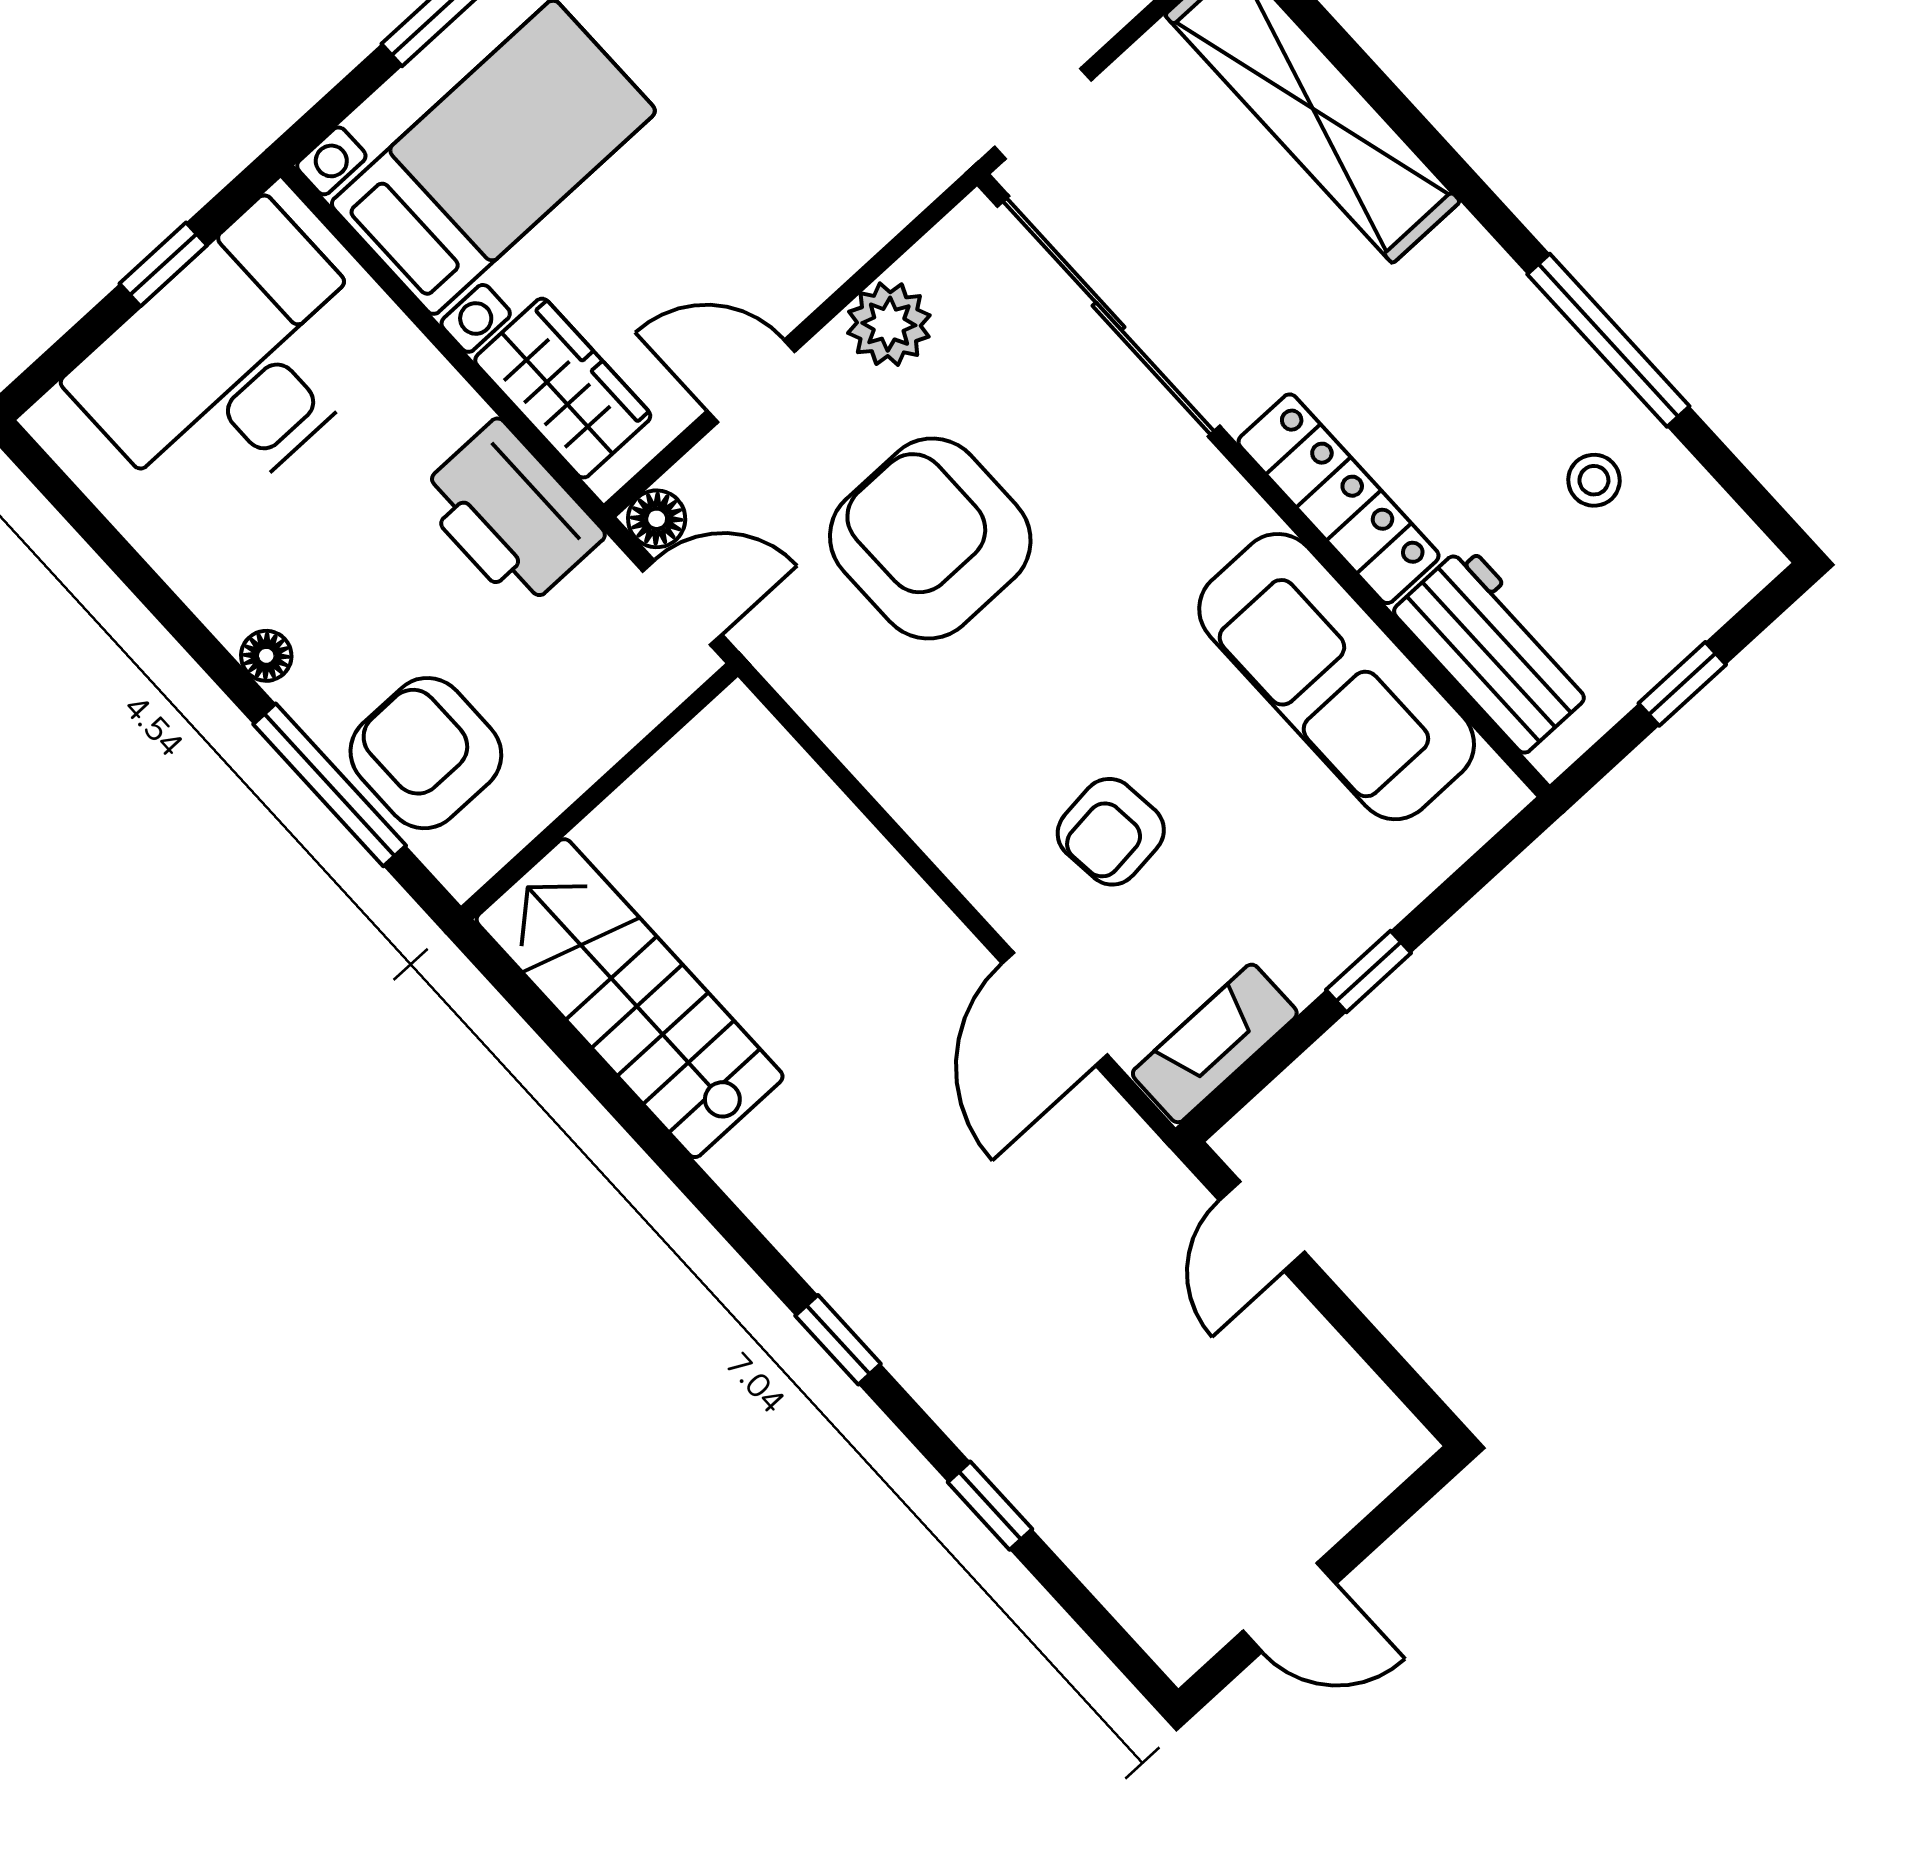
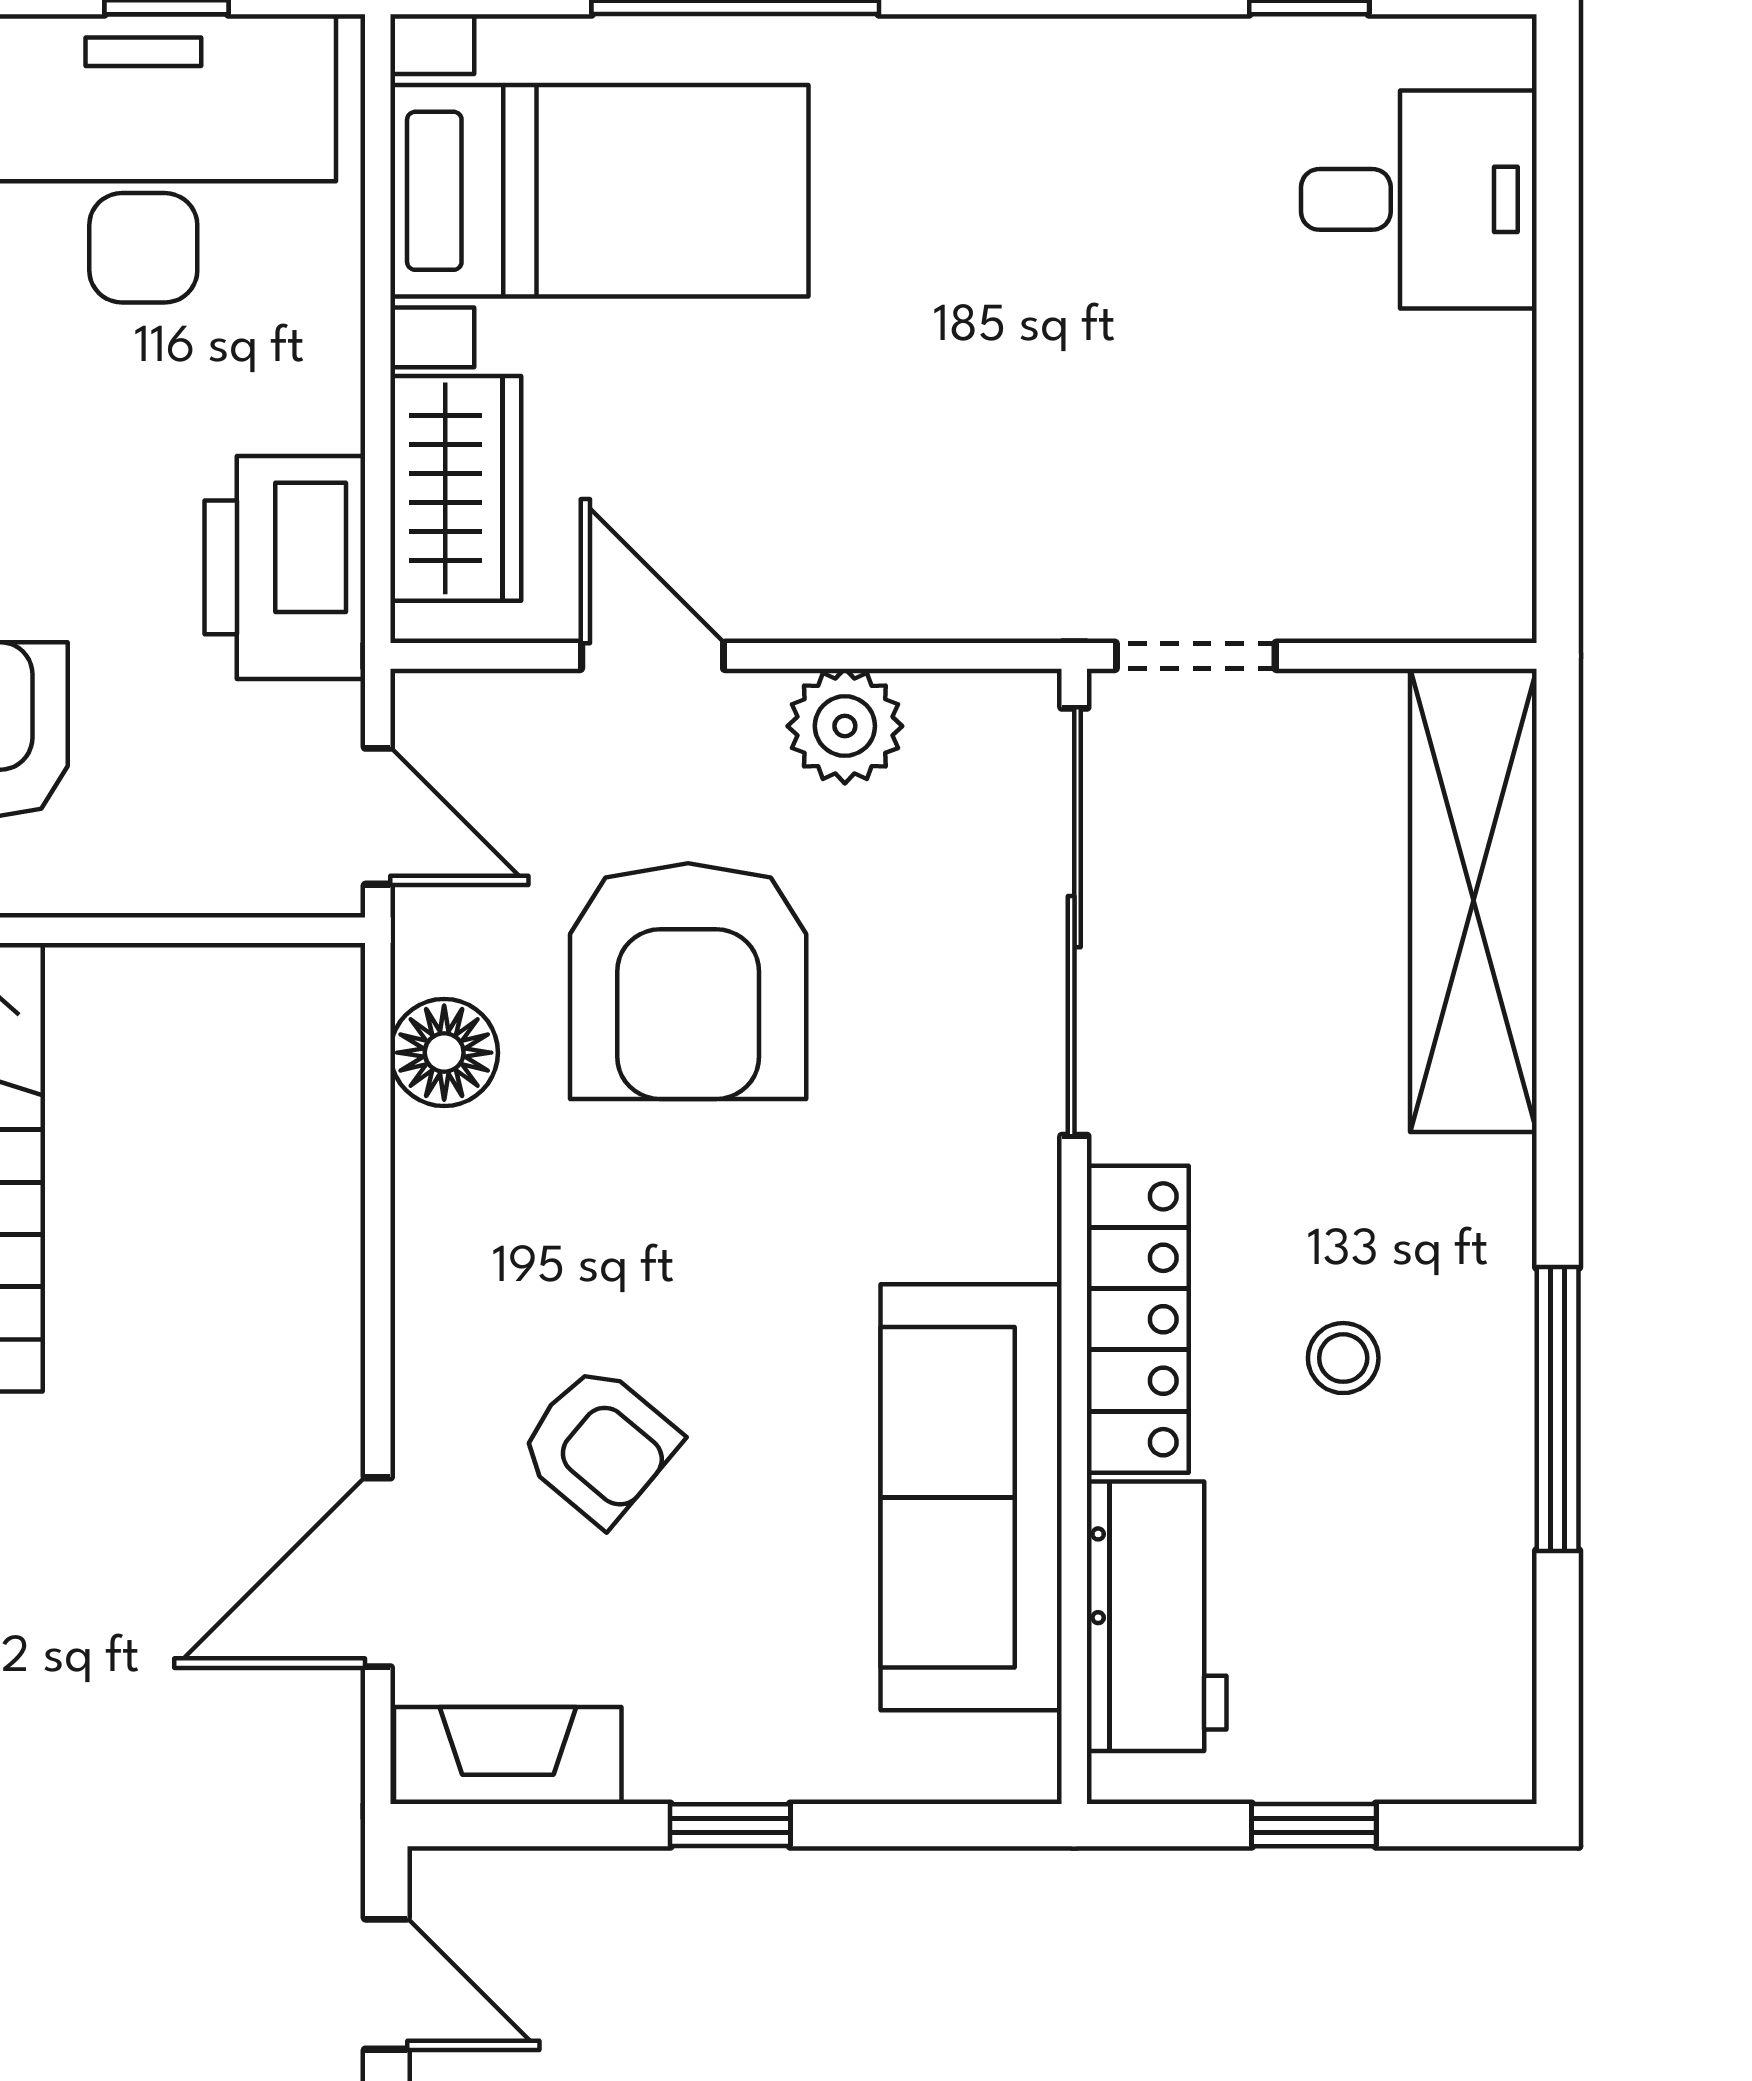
stool: (1594, 480) -> (1343, 1358), moved
floor lamp: (657, 519) -> (444, 1053), moved, width x1.37, depth x1.37
armchair: (930, 538) -> (688, 981), turned 180
armchair: (1111, 832) -> (599, 1445), turned -134
door: (1262, 1226) -> (386, 1984), swing flipped

